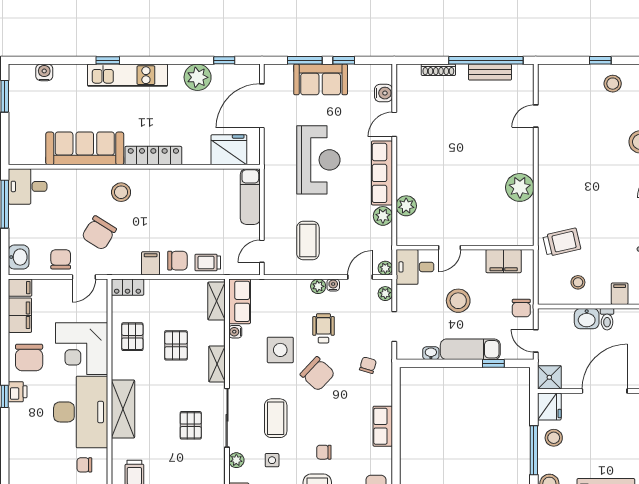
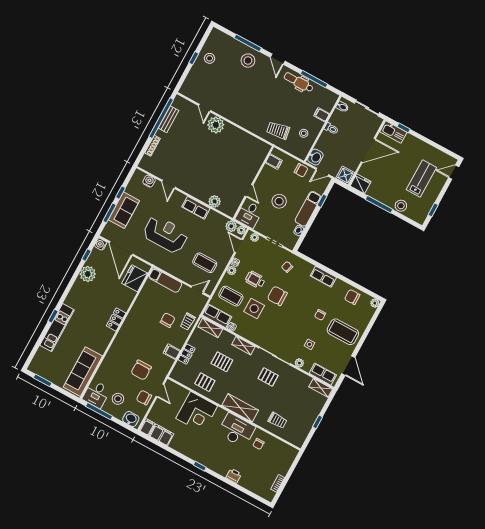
water cooler: (44, 72) -> (101, 244), moved
kitchen unit: (128, 75) -> (57, 328), moved
sofa: (85, 148) -> (83, 372), moved
locker: (153, 156) -> (116, 319), width x0.66
row of seats: (382, 173) -> (196, 208), width x0.68
plant: (520, 187) -> (216, 125), moved
stool: (121, 192) -> (118, 399), moved
plant: (383, 216) -> (231, 226), moved
chair: (99, 233) -> (141, 370), turned 58
trolley: (562, 242) -> (278, 130), turned -87
door: (262, 251) -> (197, 290), swing flipped
chair: (177, 261) -> (168, 320), moved
filing cabinet: (504, 261) -> (274, 162), width x0.50
locker: (128, 287) -> (187, 354), moved
washbasin: (587, 319) -> (315, 157), moved
chair: (29, 357) -> (186, 442), removed
chair: (318, 374) -> (277, 296), turned -133
door: (605, 391) -> (368, 150), swing flipped
printer: (18, 392) -> (234, 476), moved
desk: (81, 412) -> (236, 430), width x0.73, depth x0.77
coffee table: (276, 418) -> (231, 296), moved
stool: (554, 438) -> (378, 190), removed

